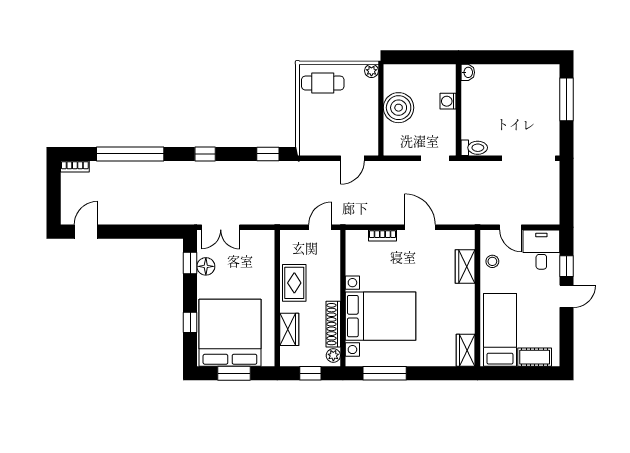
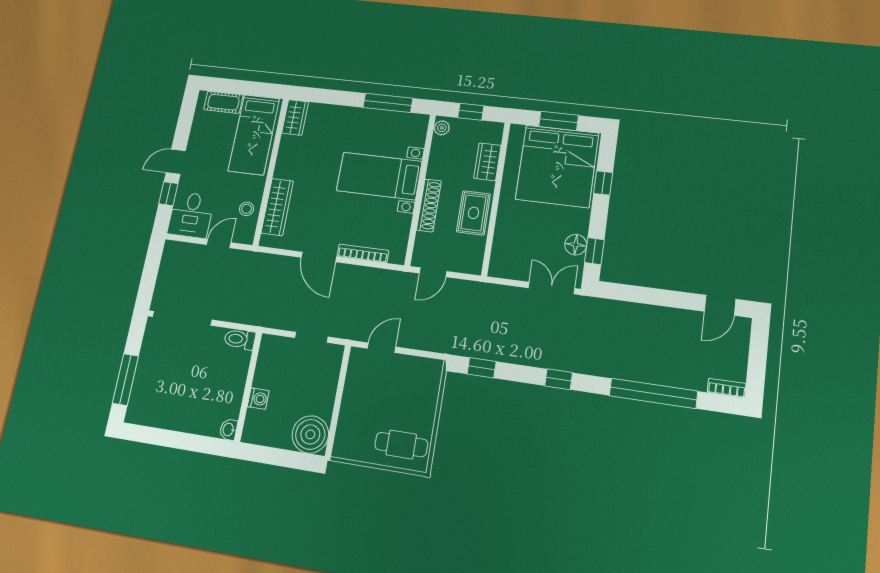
plant: (371, 71) -> (340, 450), removed
boiler: (399, 108) -> (310, 434), moved
doorway: (435, 158) -> (311, 337), moved
door: (510, 227) -> (219, 244), hinge flipped
bookcase: (382, 235) -> (363, 253), width x1.56
wardrobe: (465, 267) -> (277, 207), width x1.50
bed with nightstands: (381, 316) -> (379, 176), width x0.73
shoe rack: (333, 324) -> (429, 205), moved

